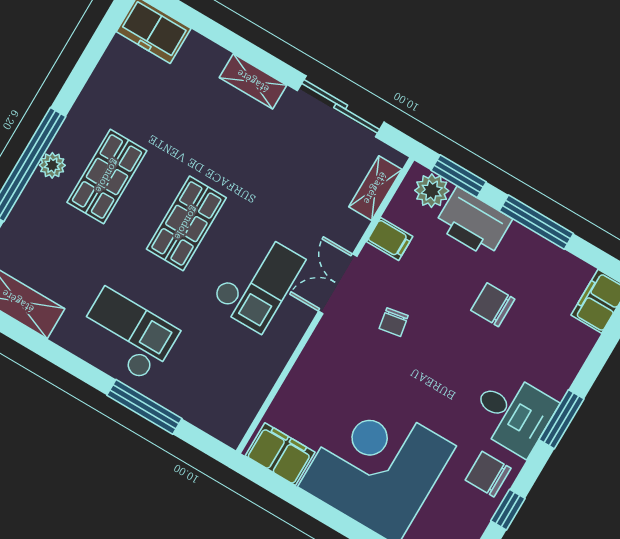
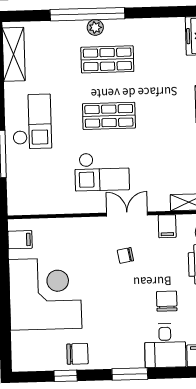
desk: (513, 413) -> (165, 346), moved
filing cabinet: (280, 454) -> (20, 240), width x0.50
chair: (488, 474) -> (77, 354), turned 90

